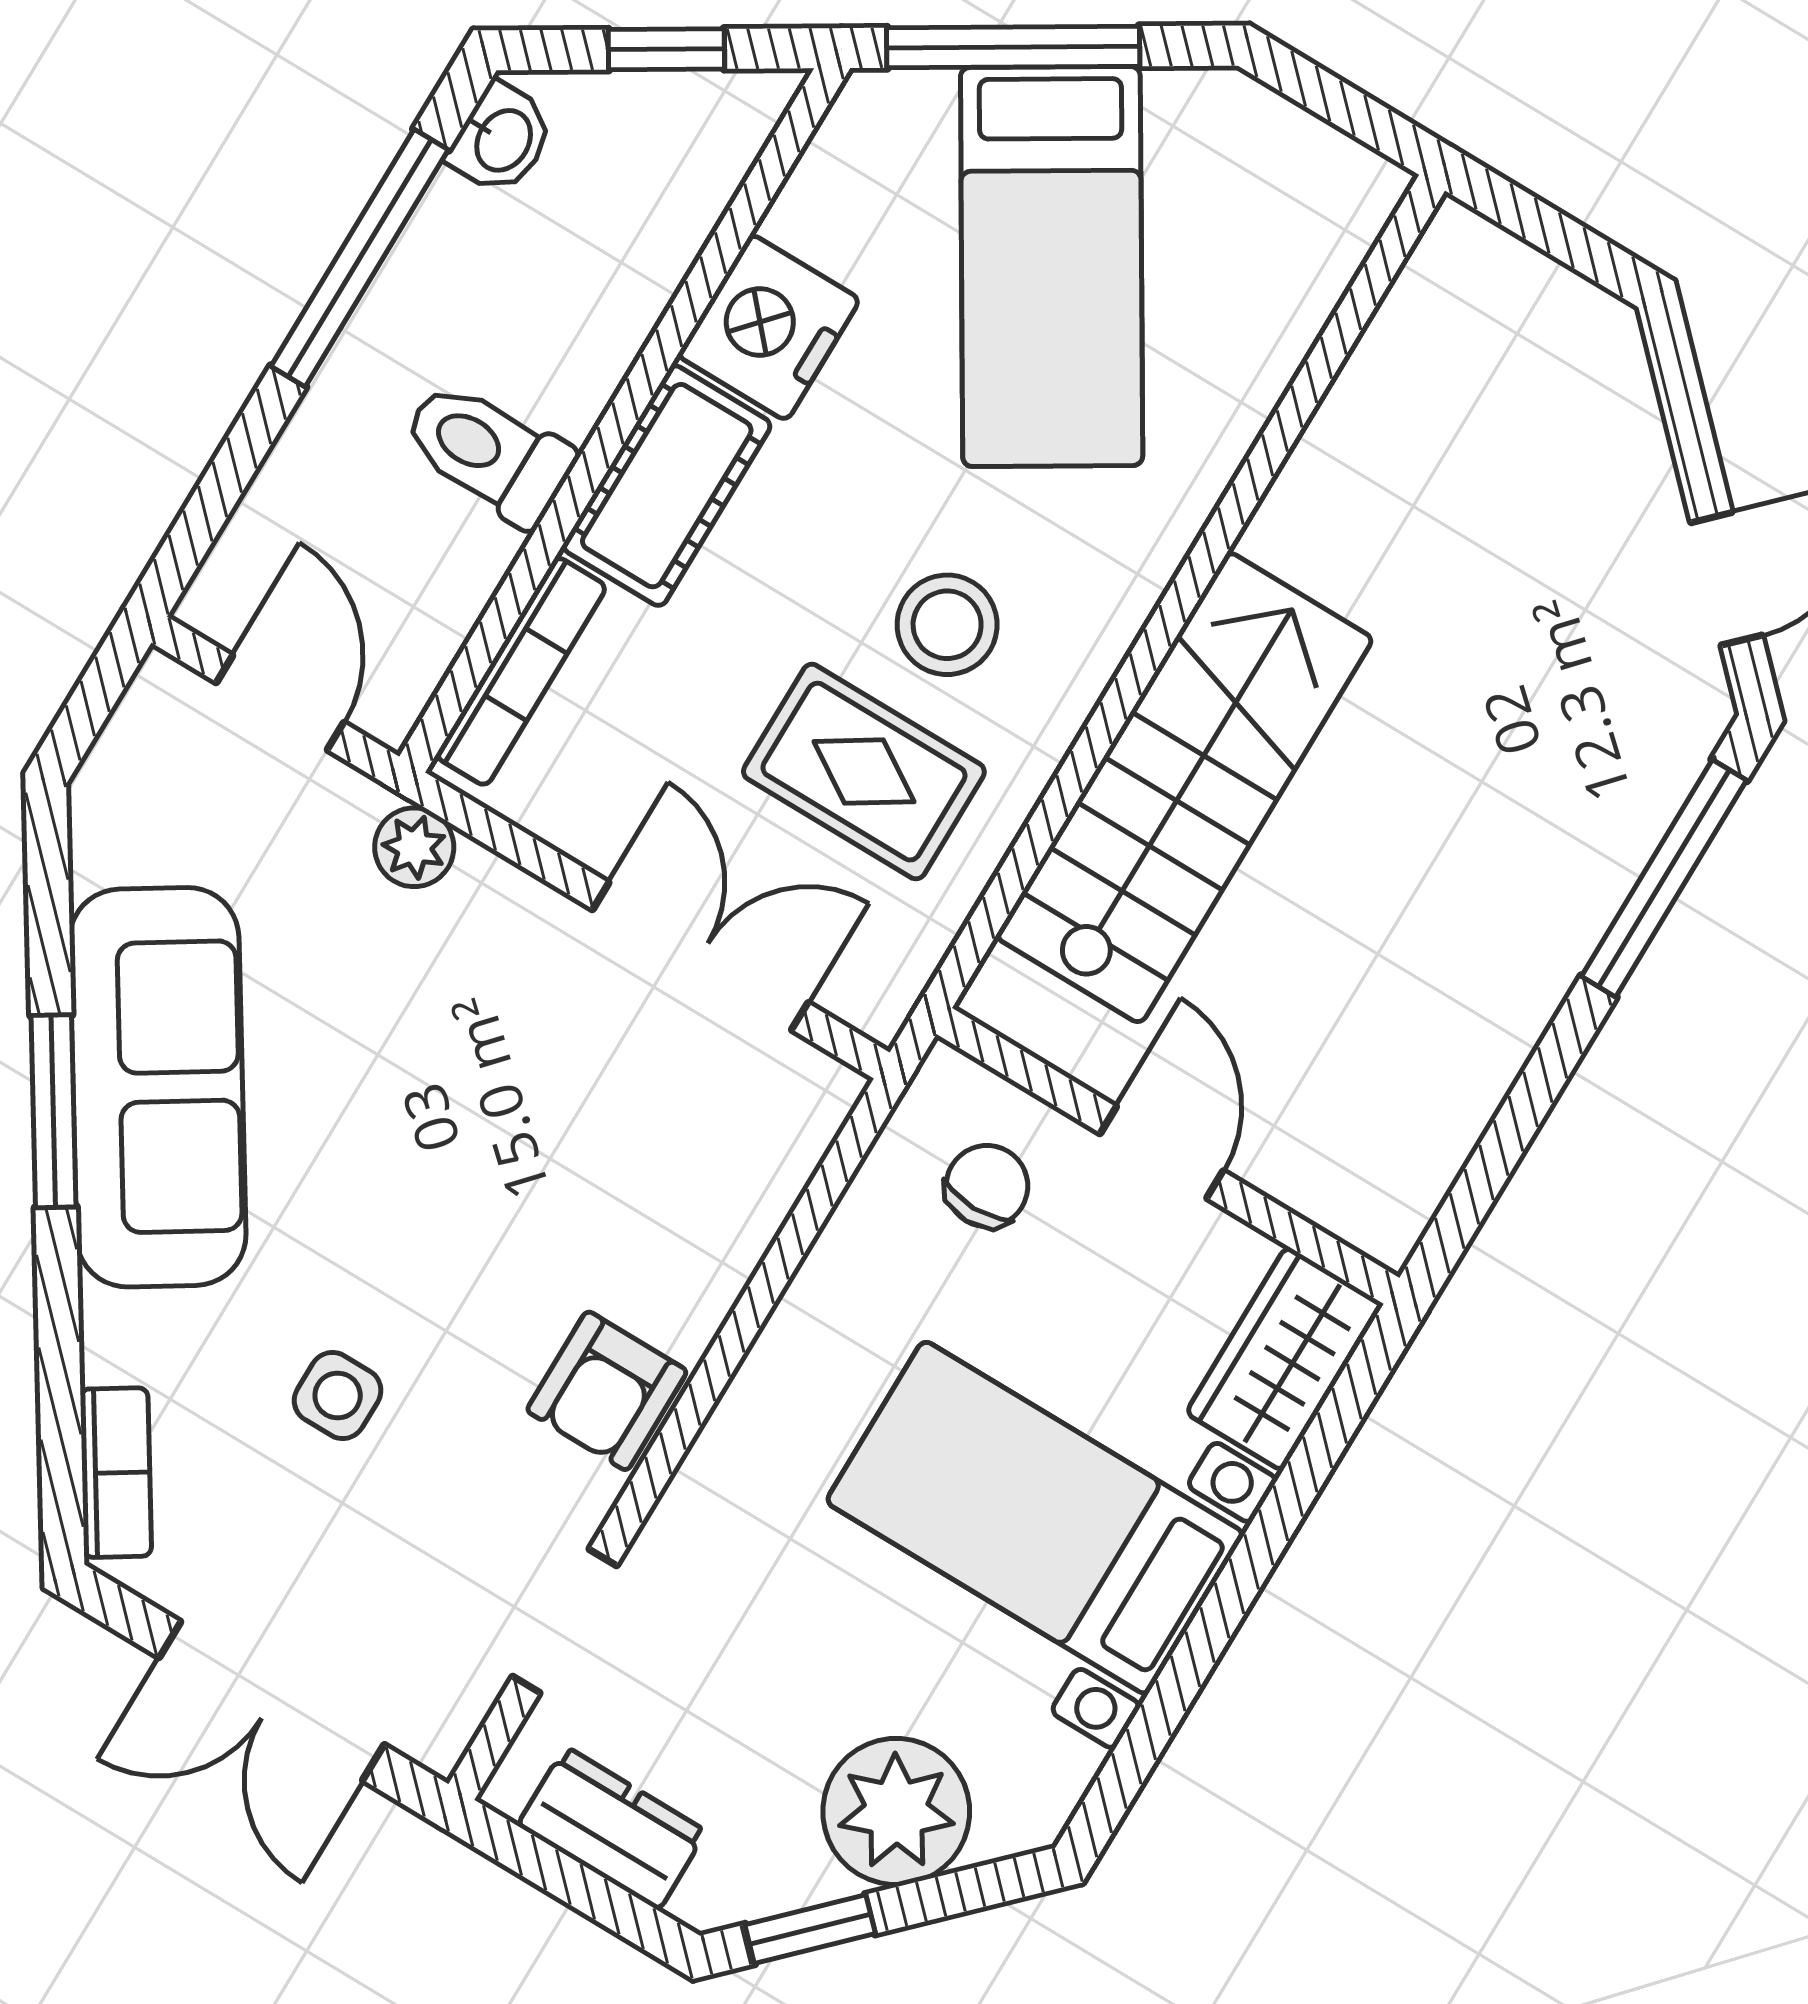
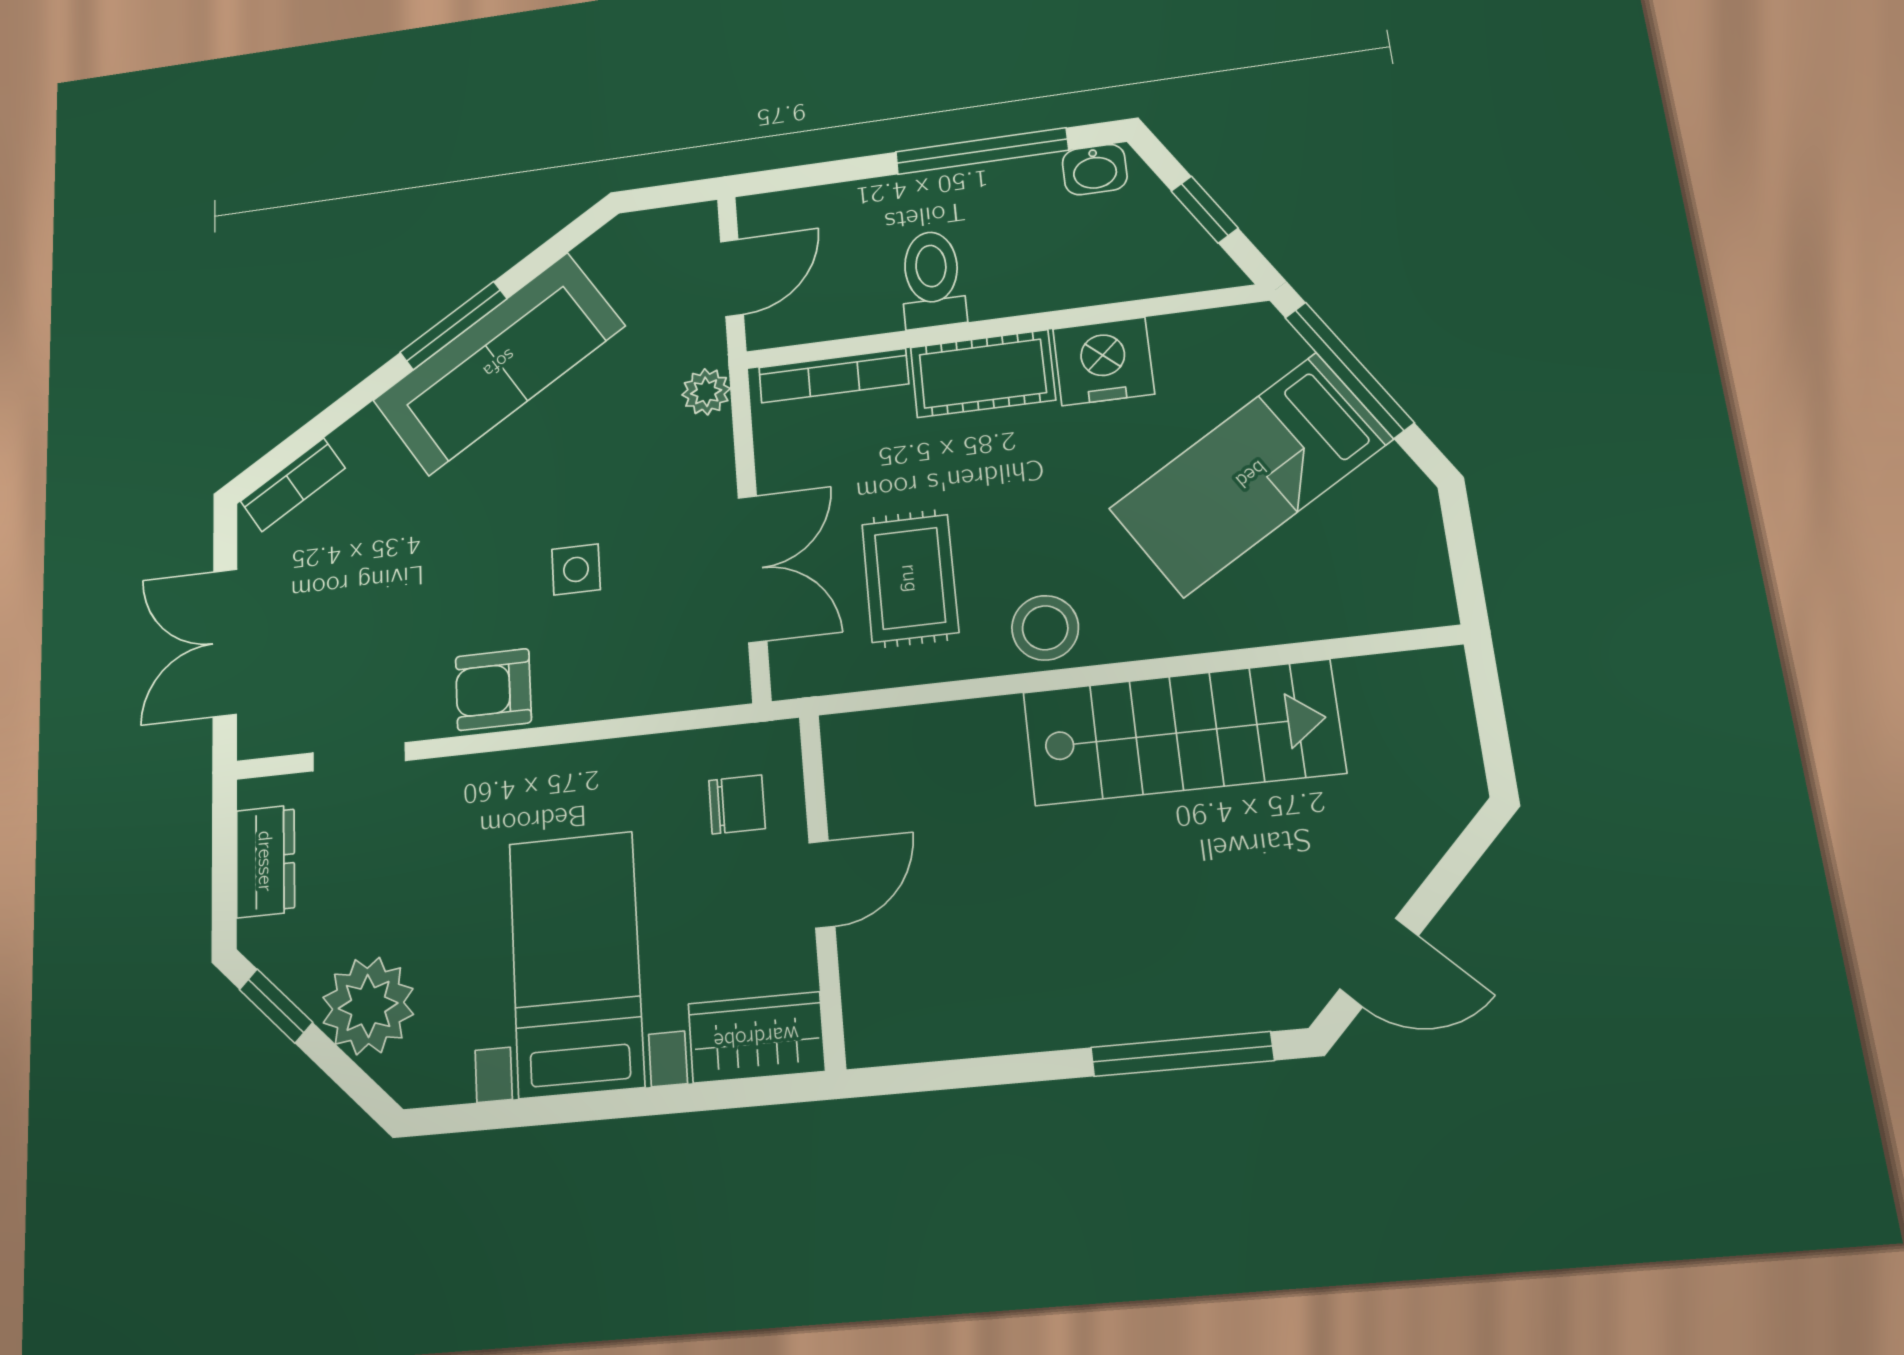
stool: (947, 625) -> (1045, 628), moved
stairs: (1184, 788) -> (1182, 733), moved
side table: (338, 1396) -> (576, 569), moved

